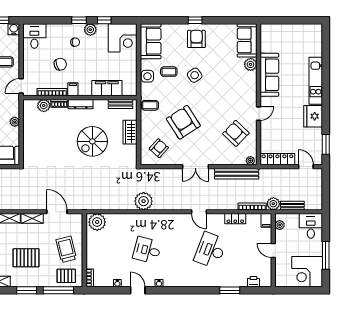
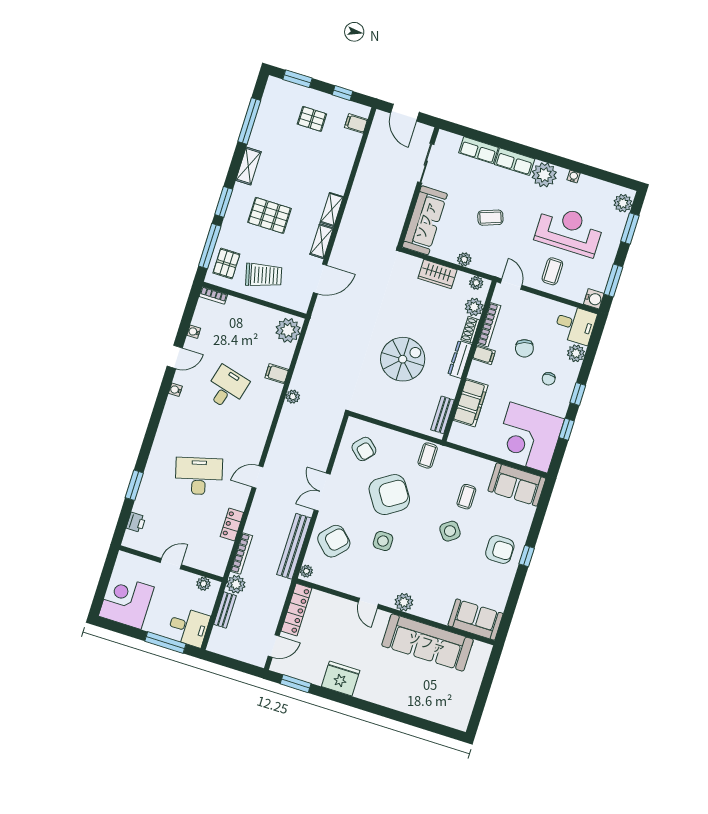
plant: (90, 30) -> (576, 353), moved
corner desk: (123, 38) -> (529, 438), width x1.36, depth x1.36
plant: (251, 64) -> (404, 602), moved
sofa: (269, 75) -> (427, 642), width x1.36, depth x1.27
side table: (147, 76) -> (383, 541), moved
kitchen unit: (316, 81) -> (389, 698), removed
plant: (27, 109) -> (476, 283), added
wardrobe: (130, 132) -> (438, 274), moved, turned 180
armchair: (236, 133) -> (334, 541), moved
spiral stairs: (92, 141) -> (403, 359), turned 90
plant: (144, 201) -> (293, 397), width x0.53, depth x0.53
filing cabinet: (266, 220) -> (277, 374), moved
desk: (210, 250) -> (199, 476), turned -36
window: (326, 255) -> (165, 643), moved
pallet: (26, 258) -> (269, 215), turned 90

